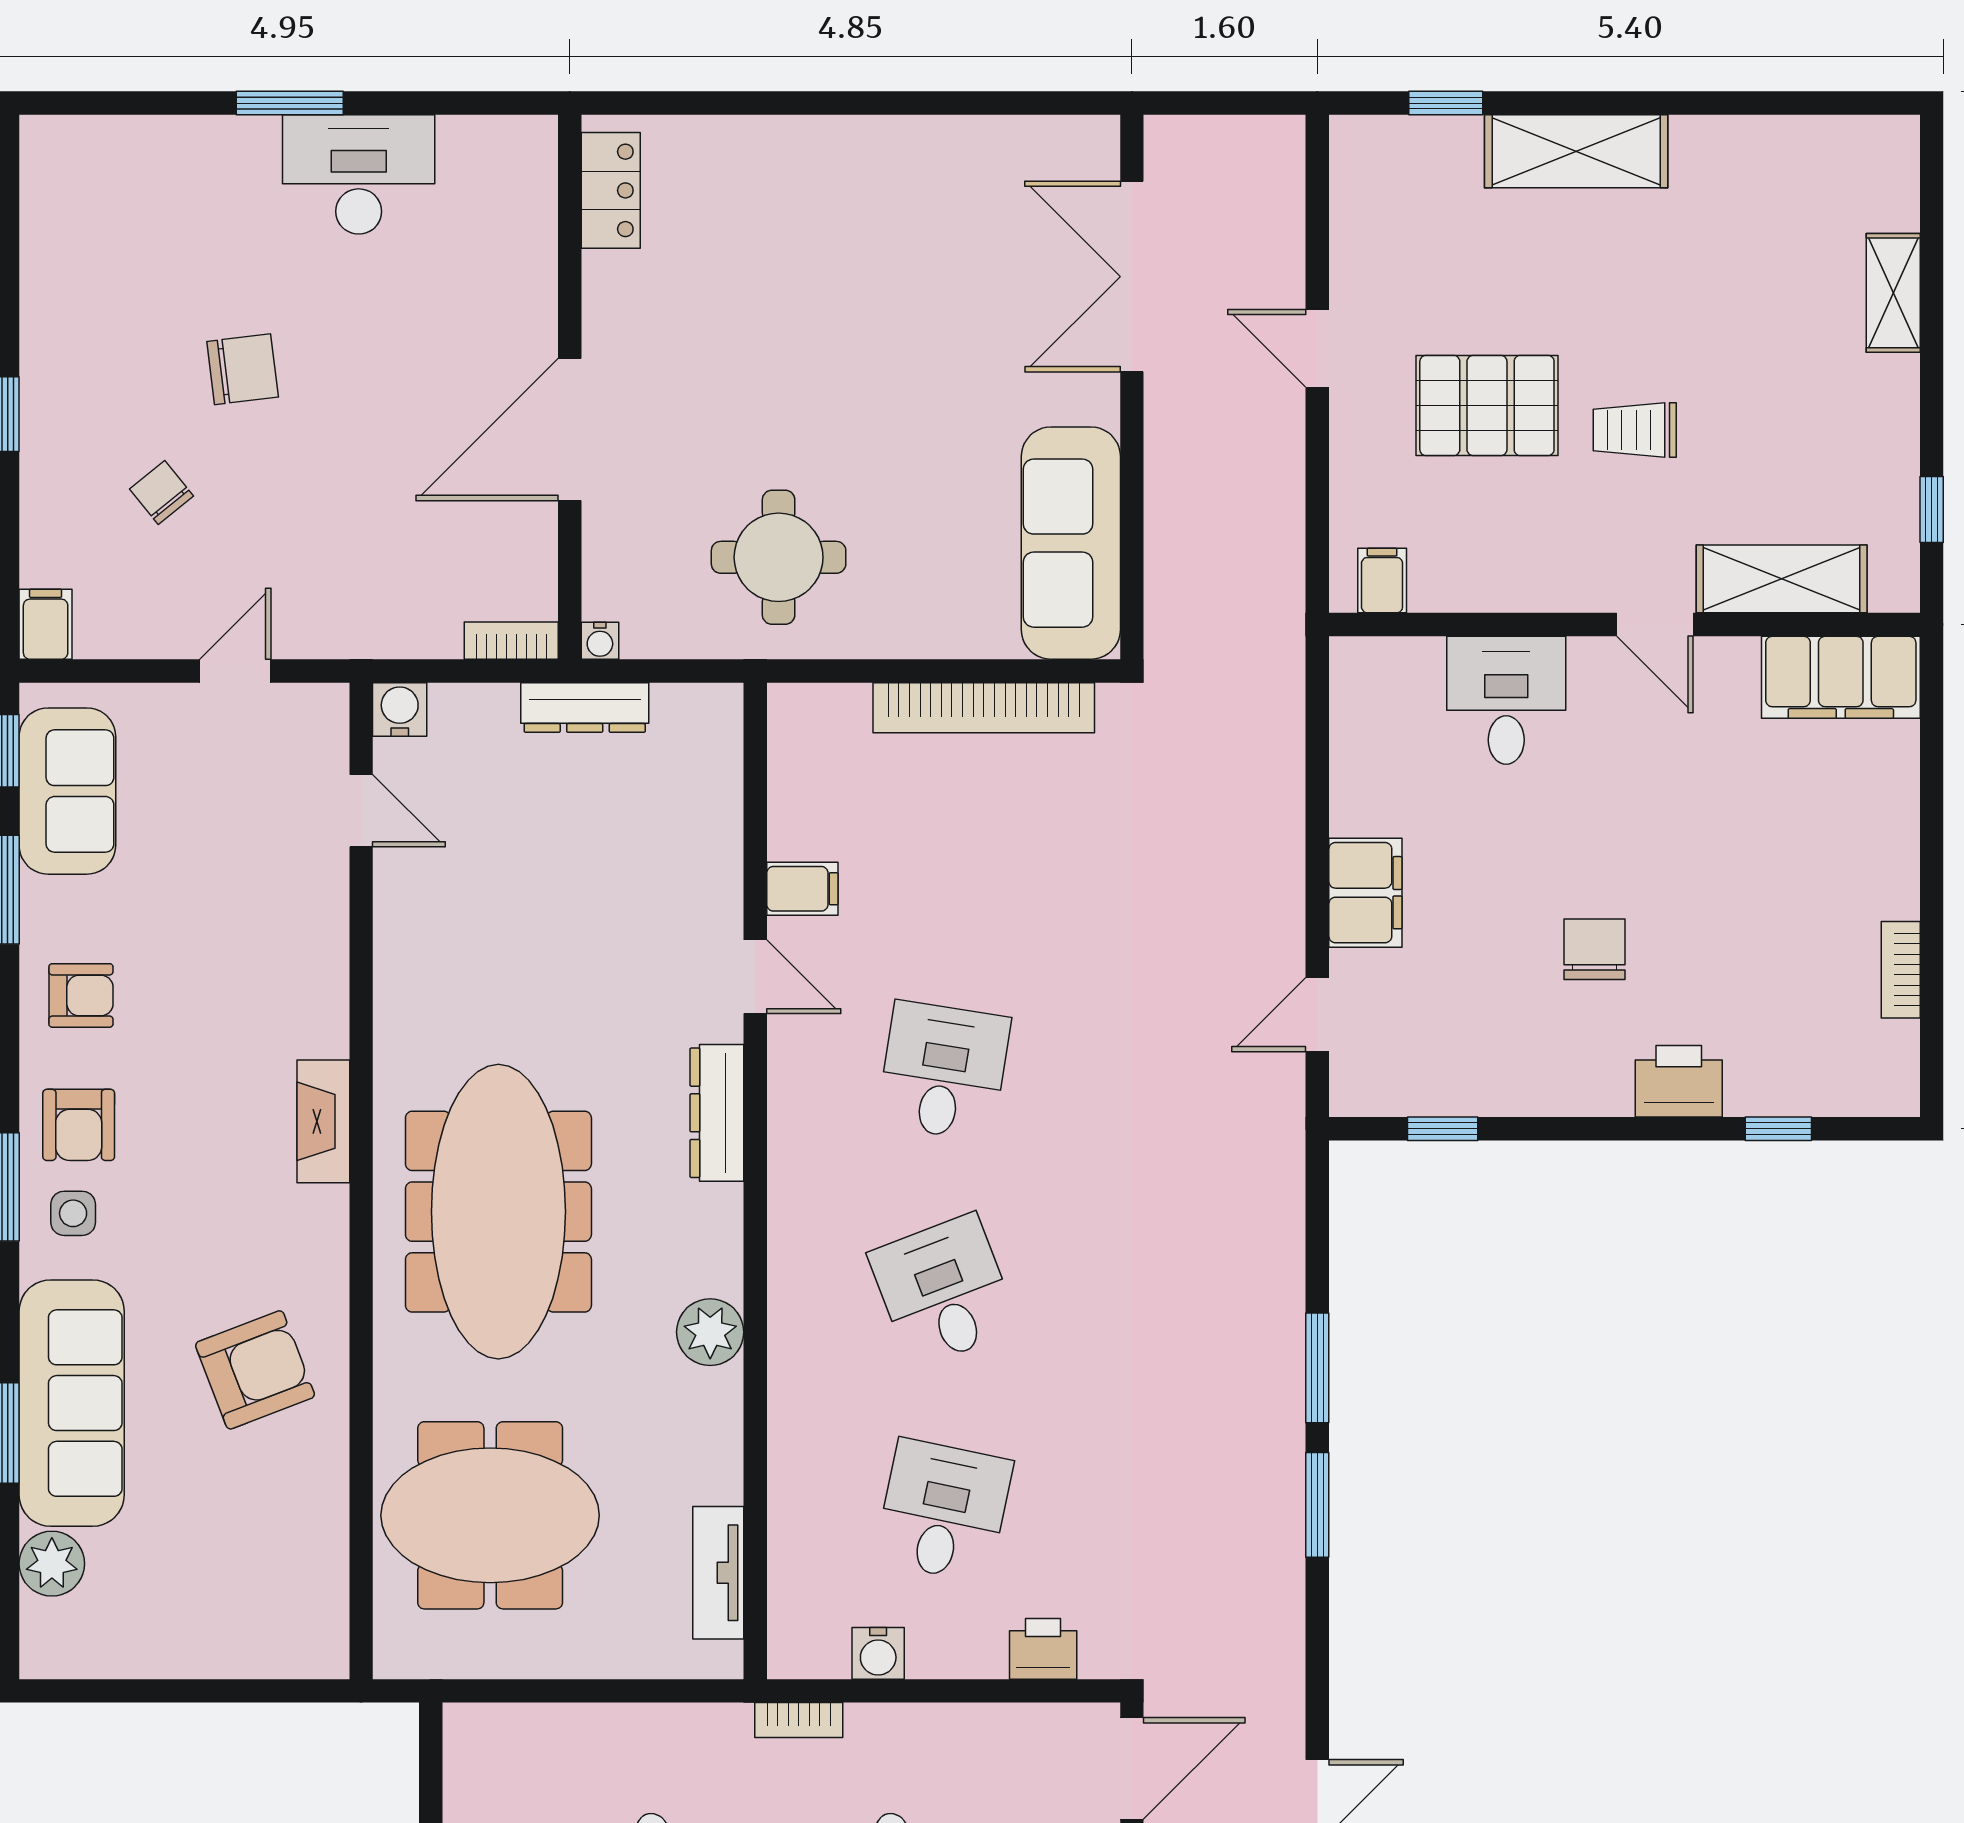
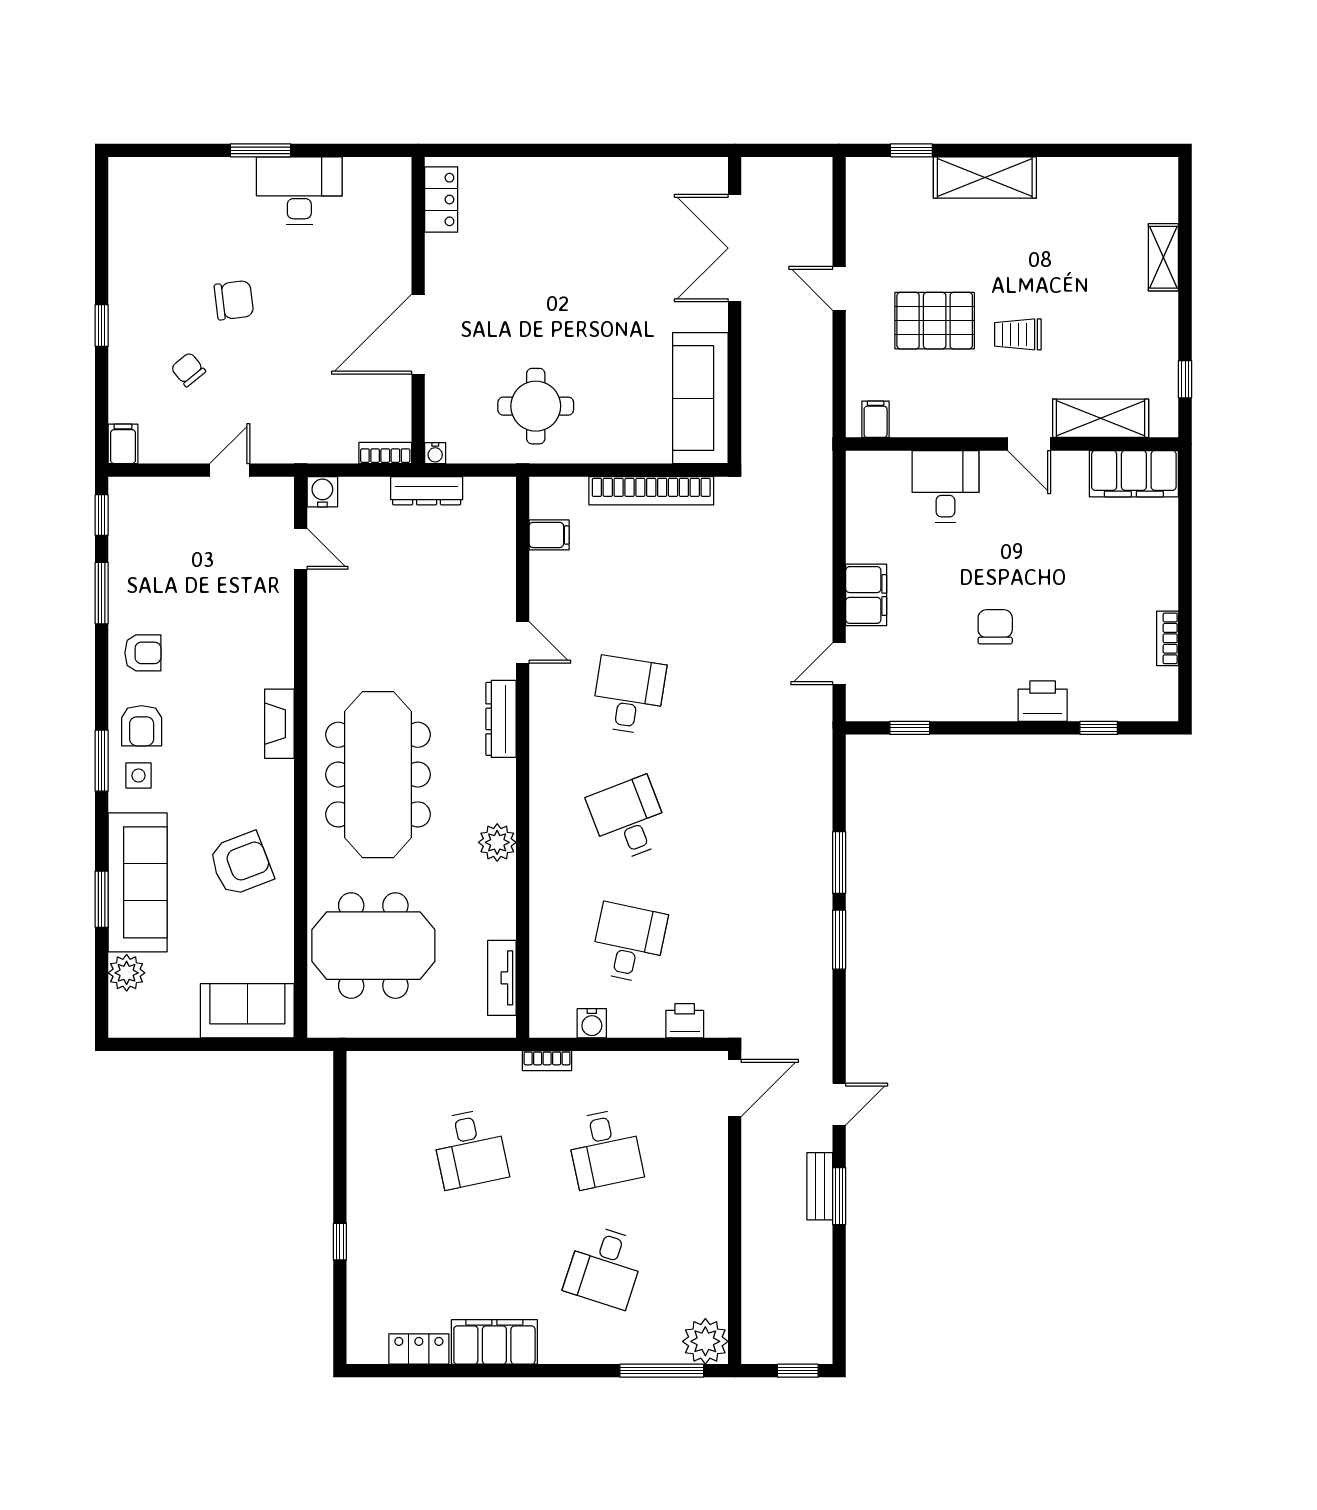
sofa: (67, 791) -> (247, 1011), moved, turned -90
filing cabinet: (802, 889) -> (549, 535), moved

